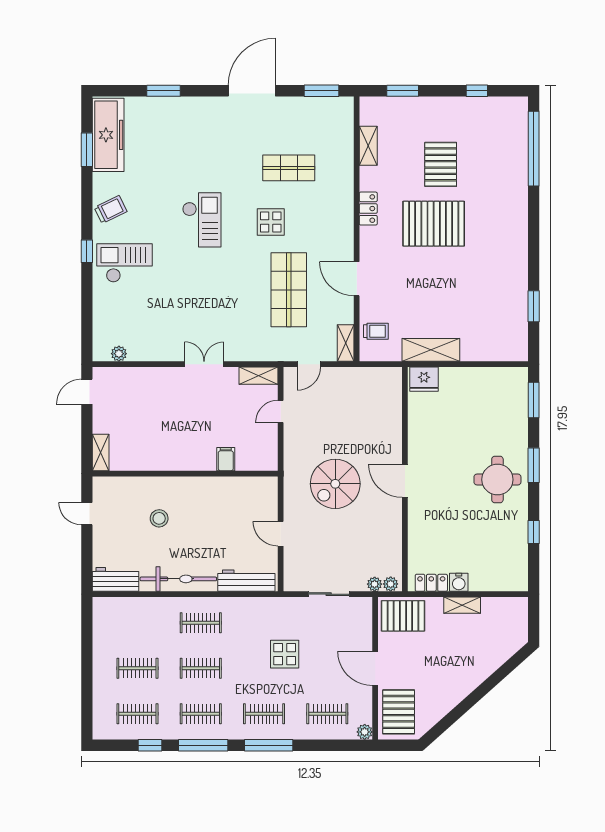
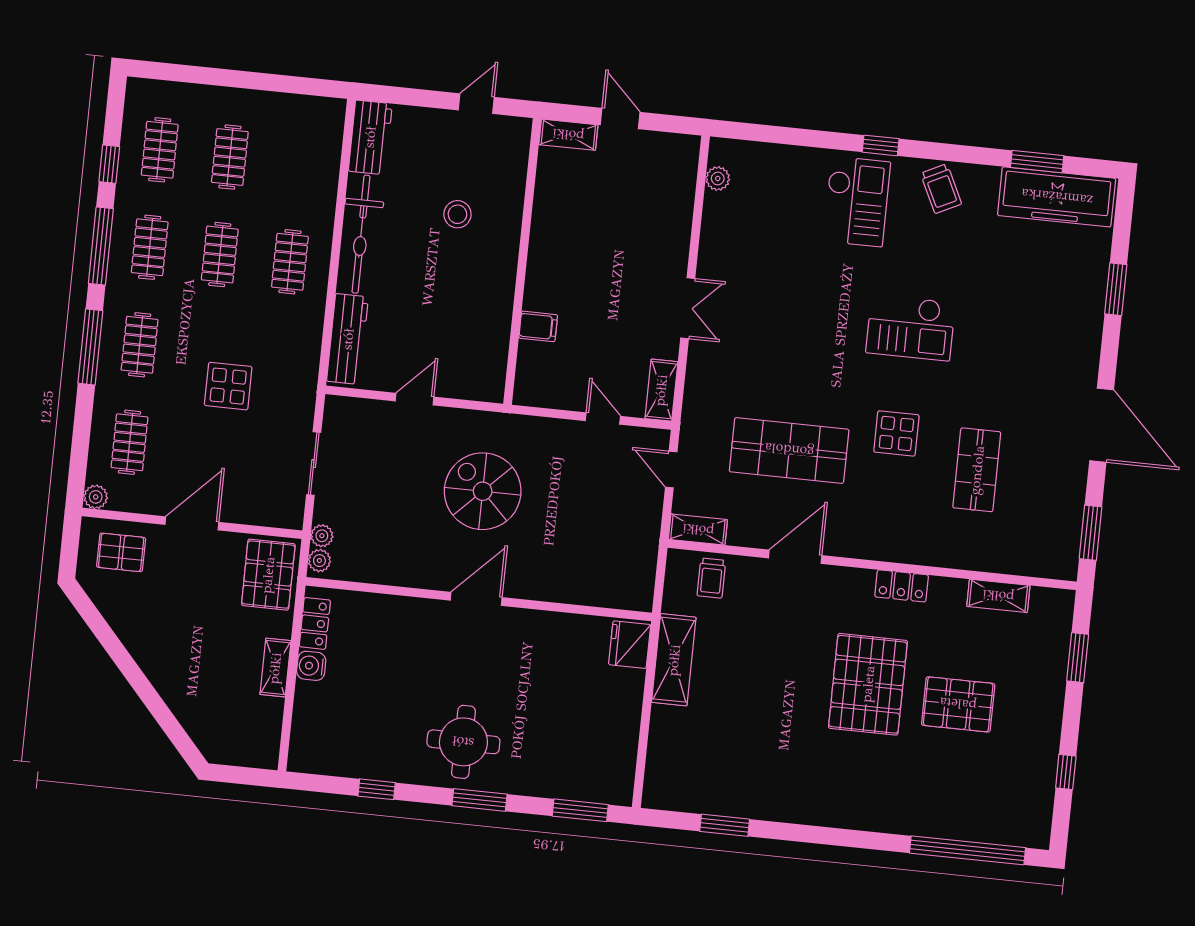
door: (87, 392) -> (620, 119), moved
pallet: (399, 712) -> (121, 552), width x0.67, depth x0.71

